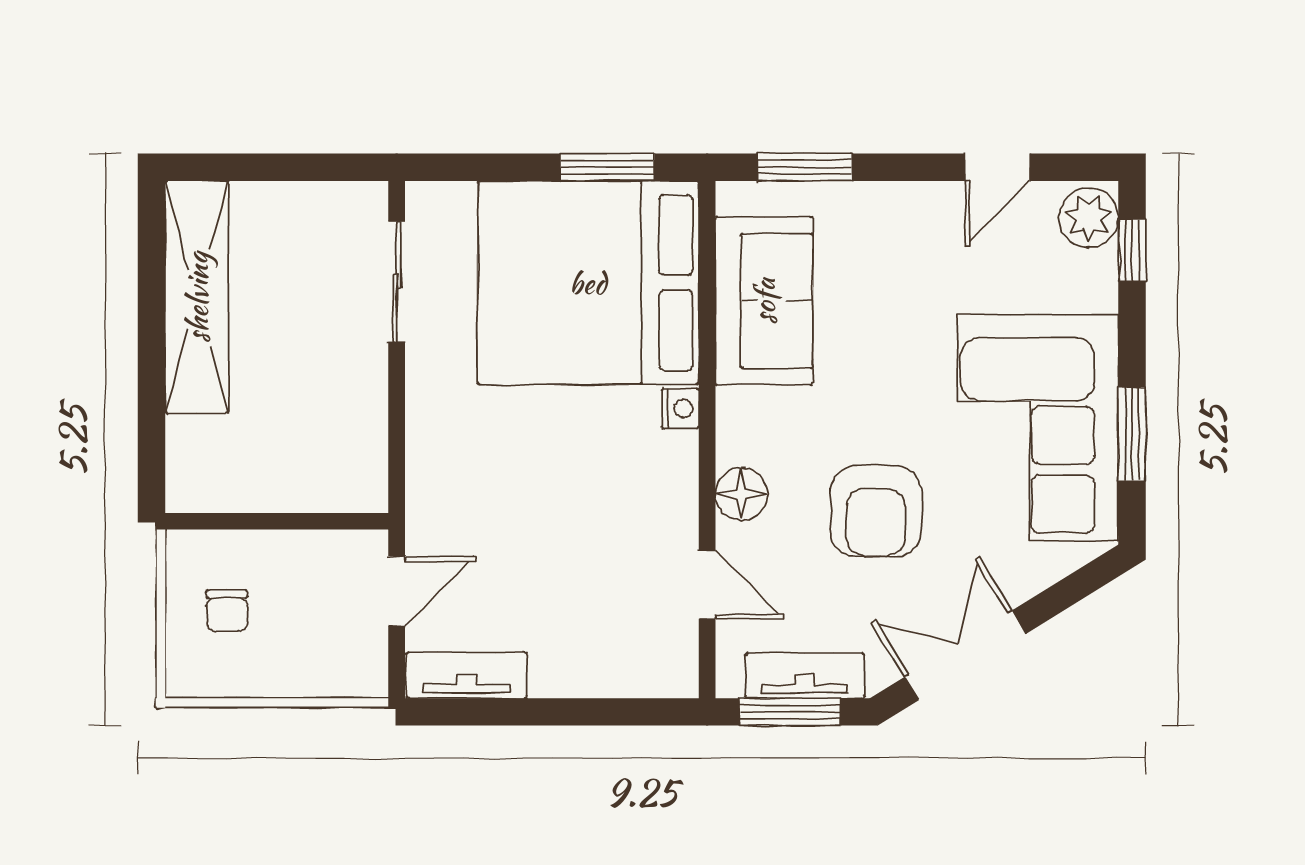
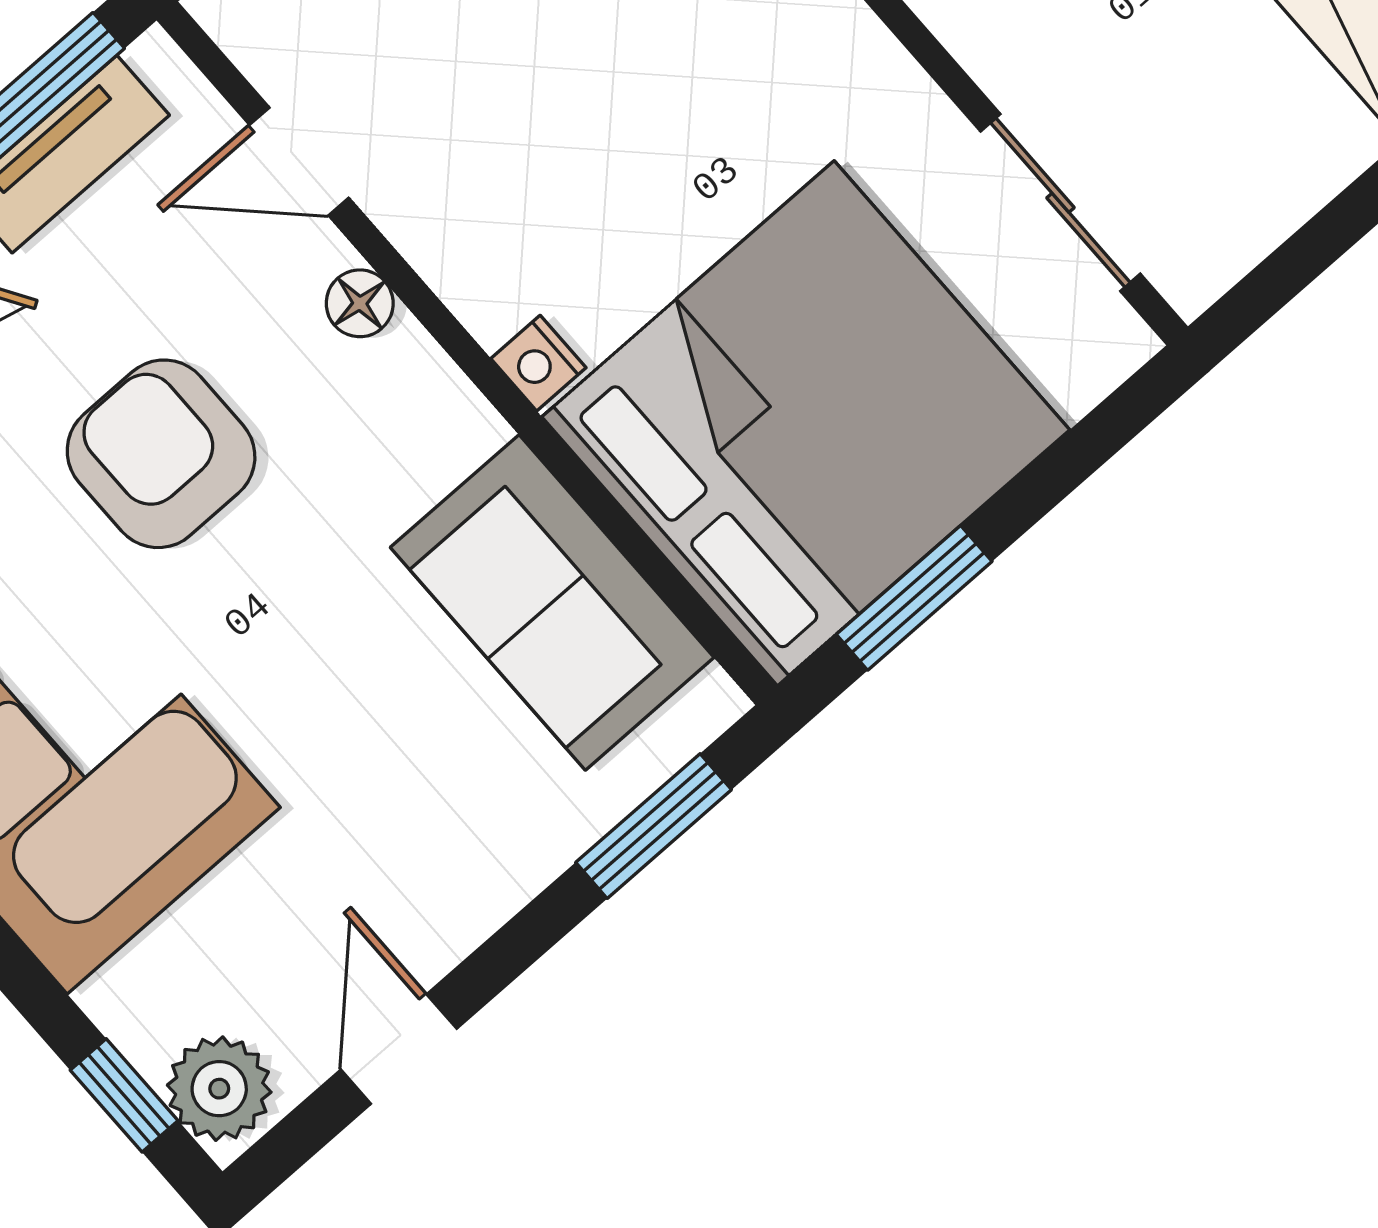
floor lamp: (741, 494) -> (360, 303), width x0.73, depth x0.73

